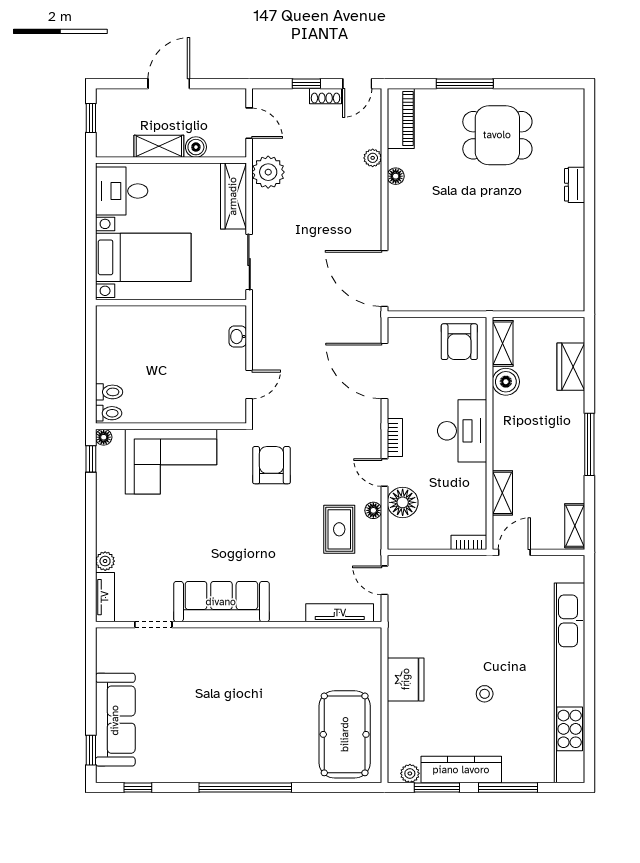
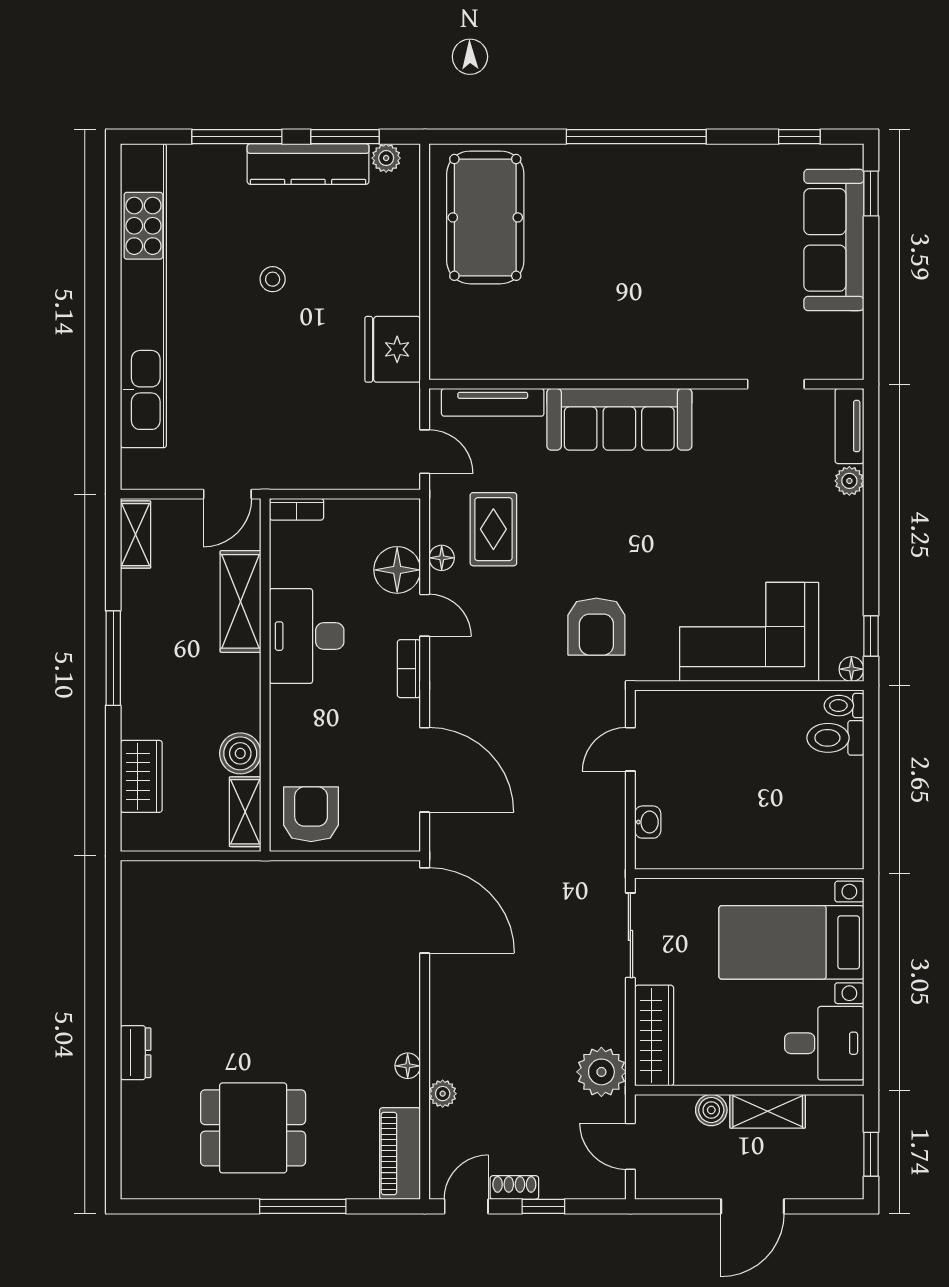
toilet: (109, 392) -> (835, 738), width x1.37, depth x1.39
desk: (462, 431) -> (307, 636), moved
shelving: (502, 493) -> (241, 601), width x1.50, depth x1.33
sofa: (221, 602) -> (619, 419), moved
fridge: (406, 679) -> (393, 349), moved

